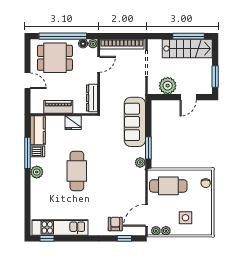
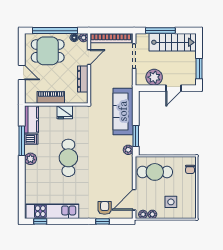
window: (189, 36) -> (160, 31), moved
dresser: (92, 98) -> (83, 79), moved
window: (124, 238) -> (103, 221), moved

